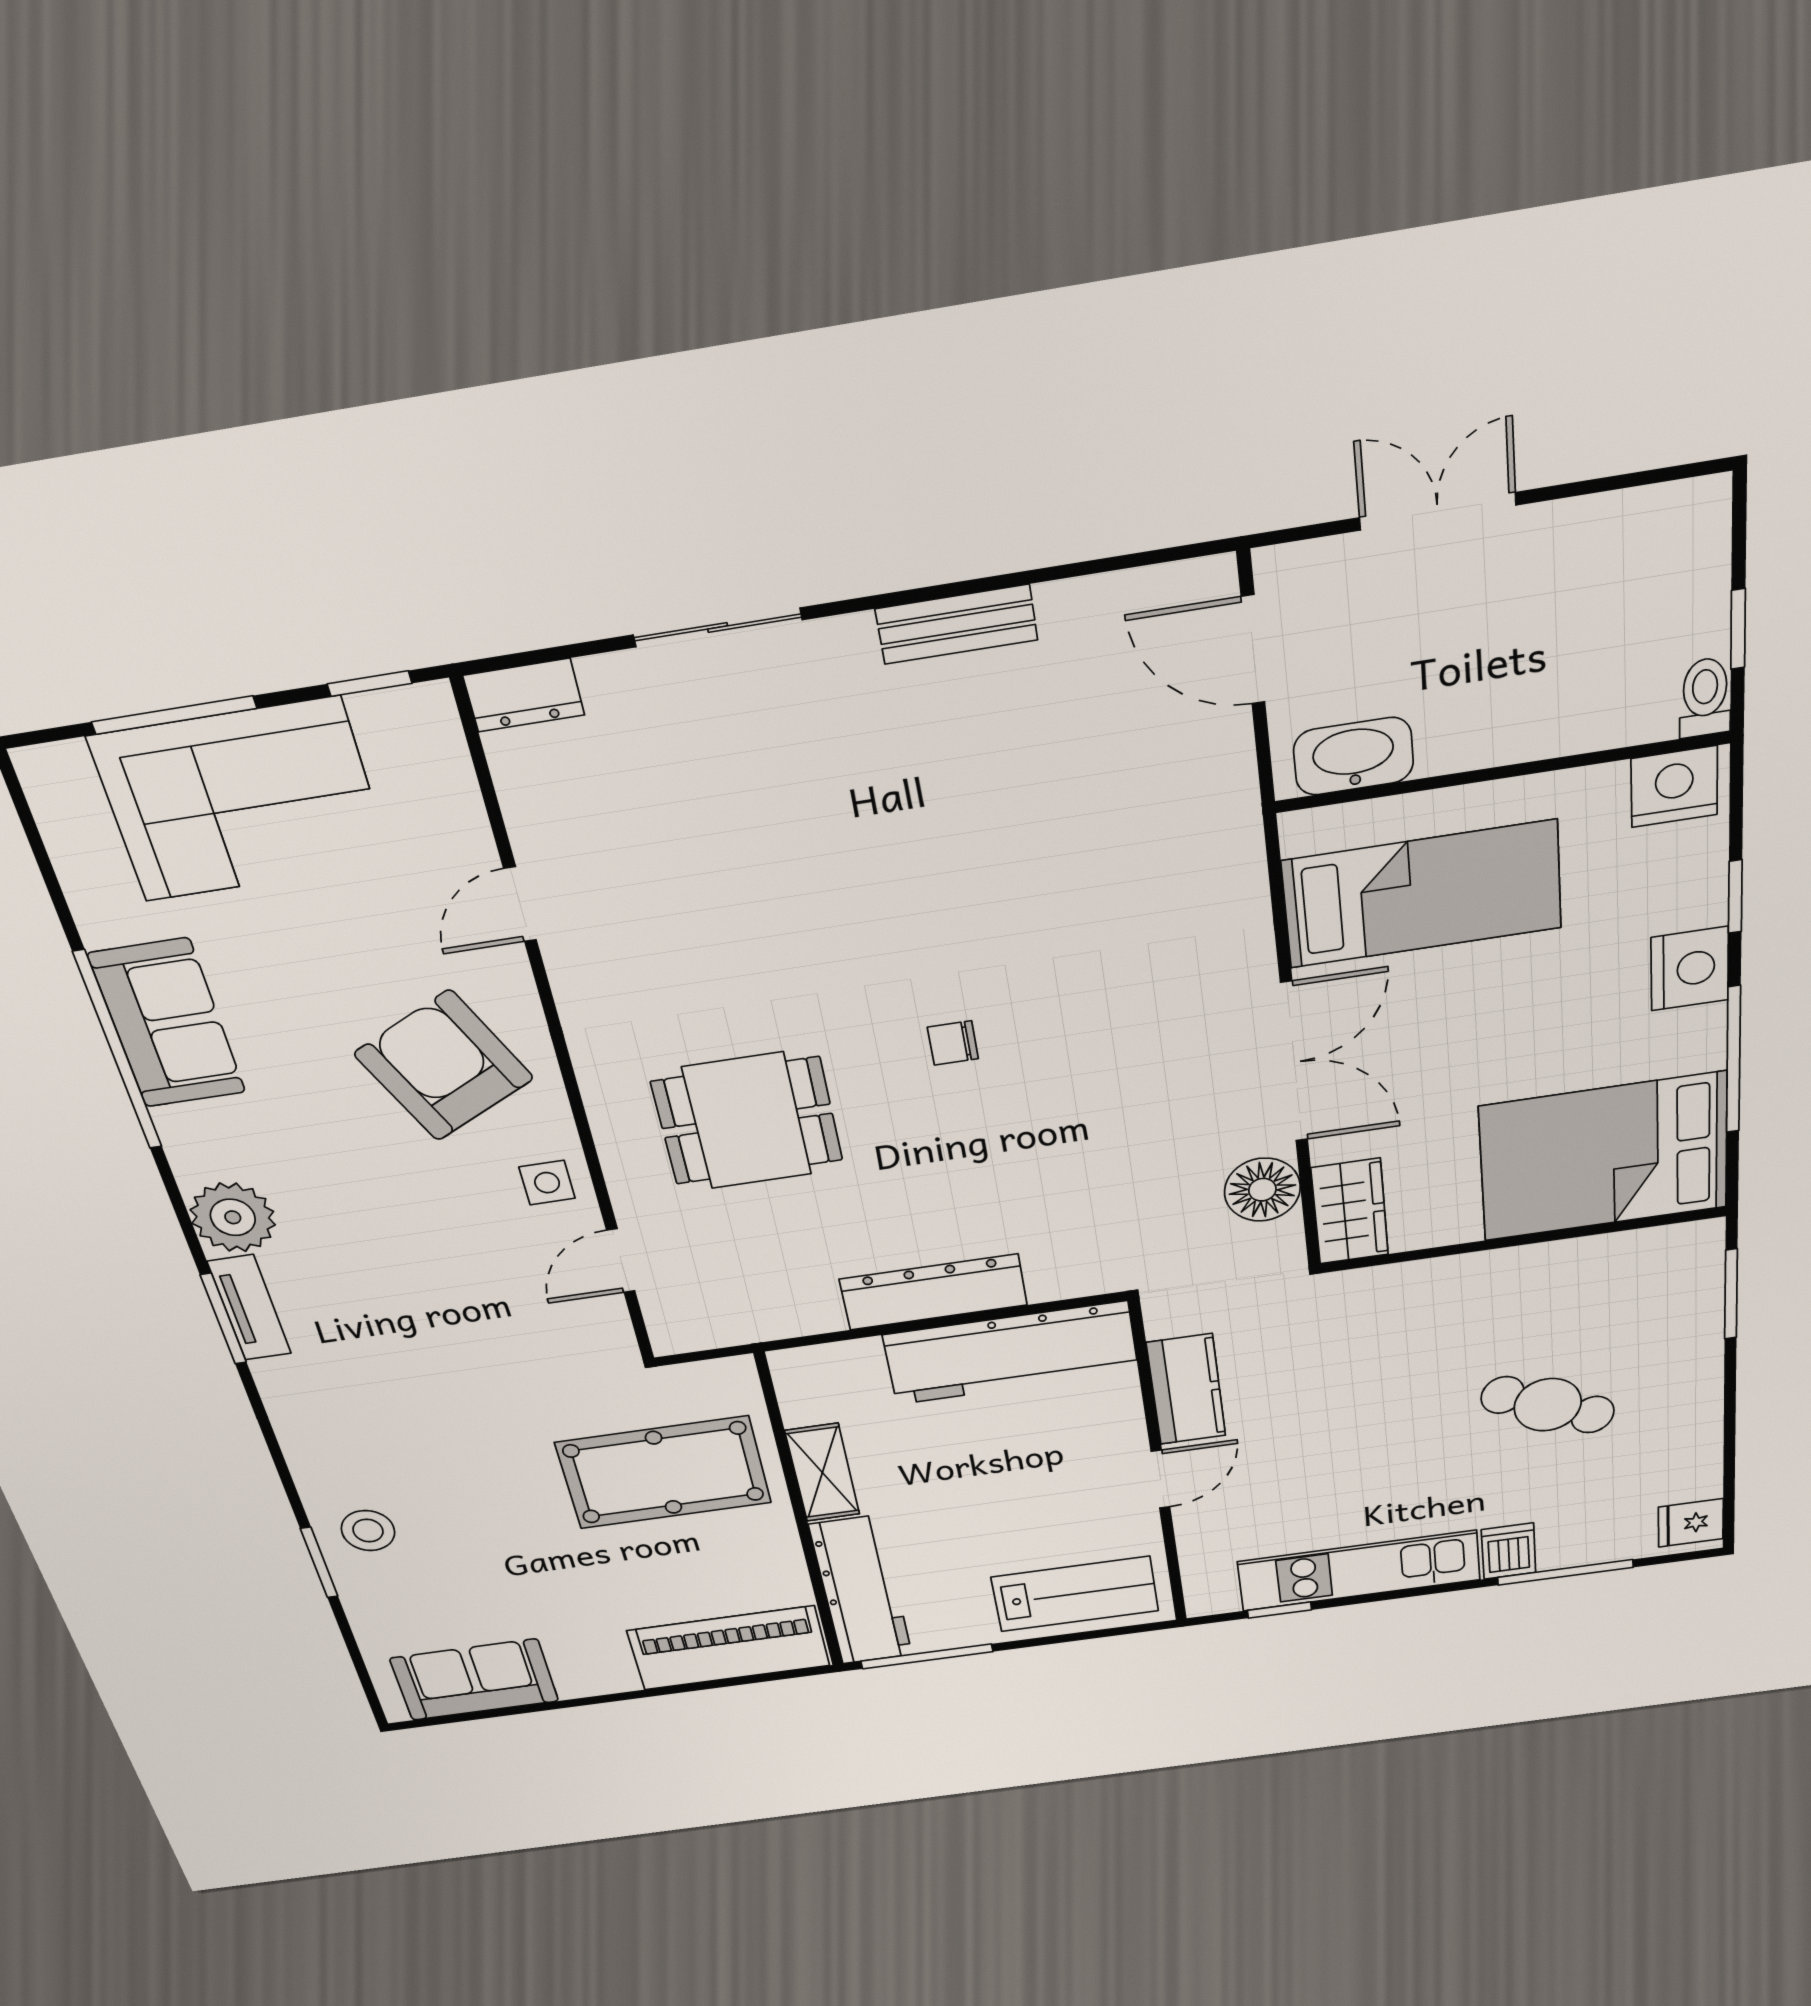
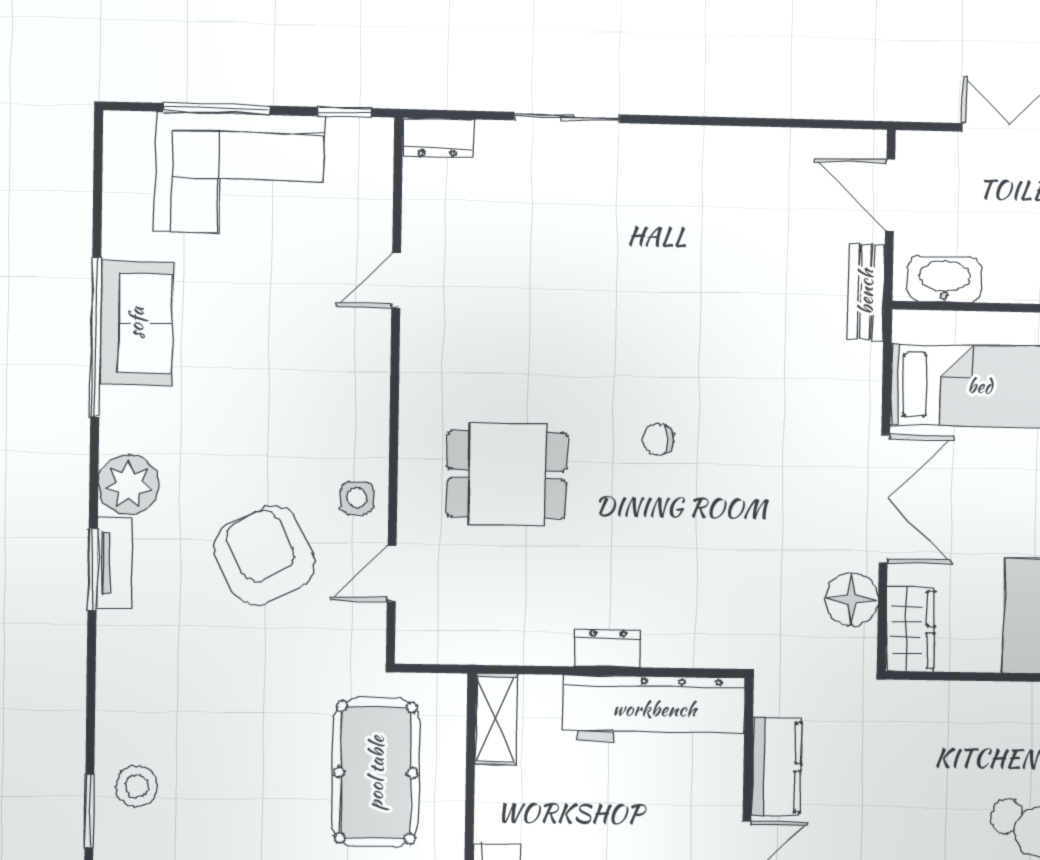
bench: (957, 624) -> (866, 292), moved, turned 90
armchair: (444, 1066) -> (265, 556), moved
dresser: (933, 1292) -> (608, 648), width x0.51, depth x0.80
shelving: (822, 1472) -> (496, 719), moved
pool table: (664, 1473) -> (376, 773), turned 90

